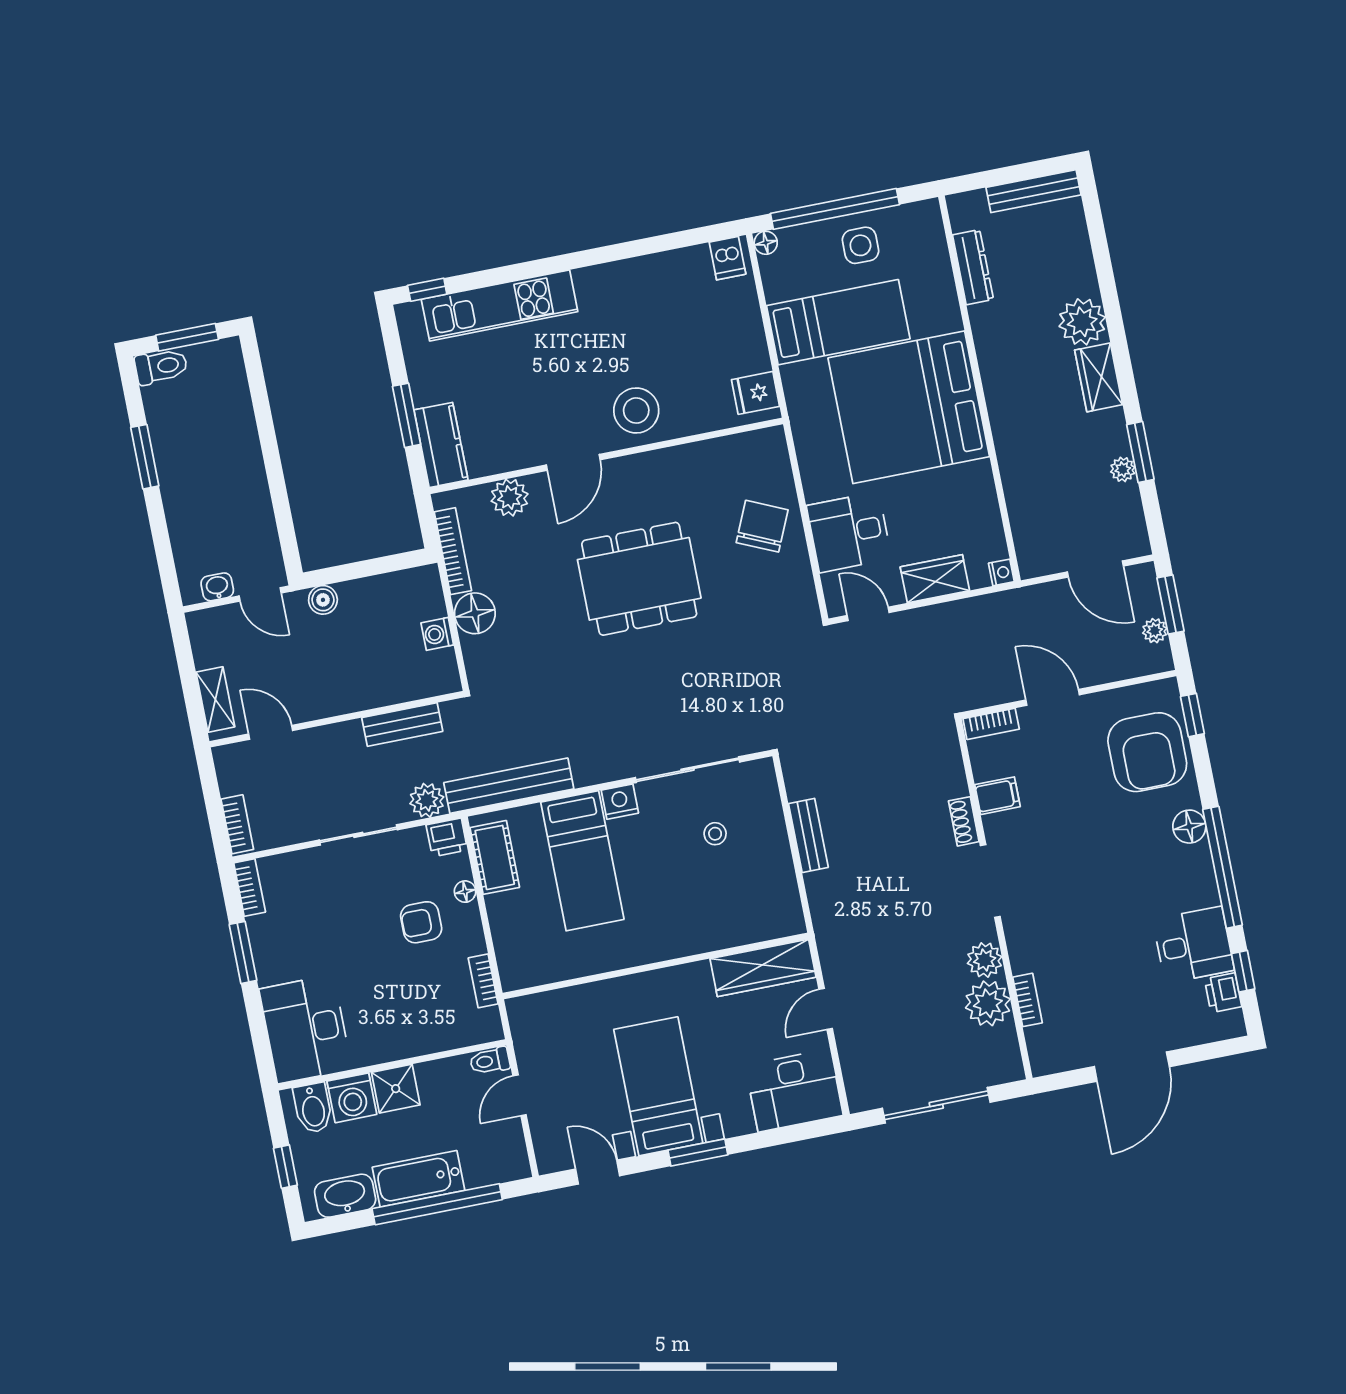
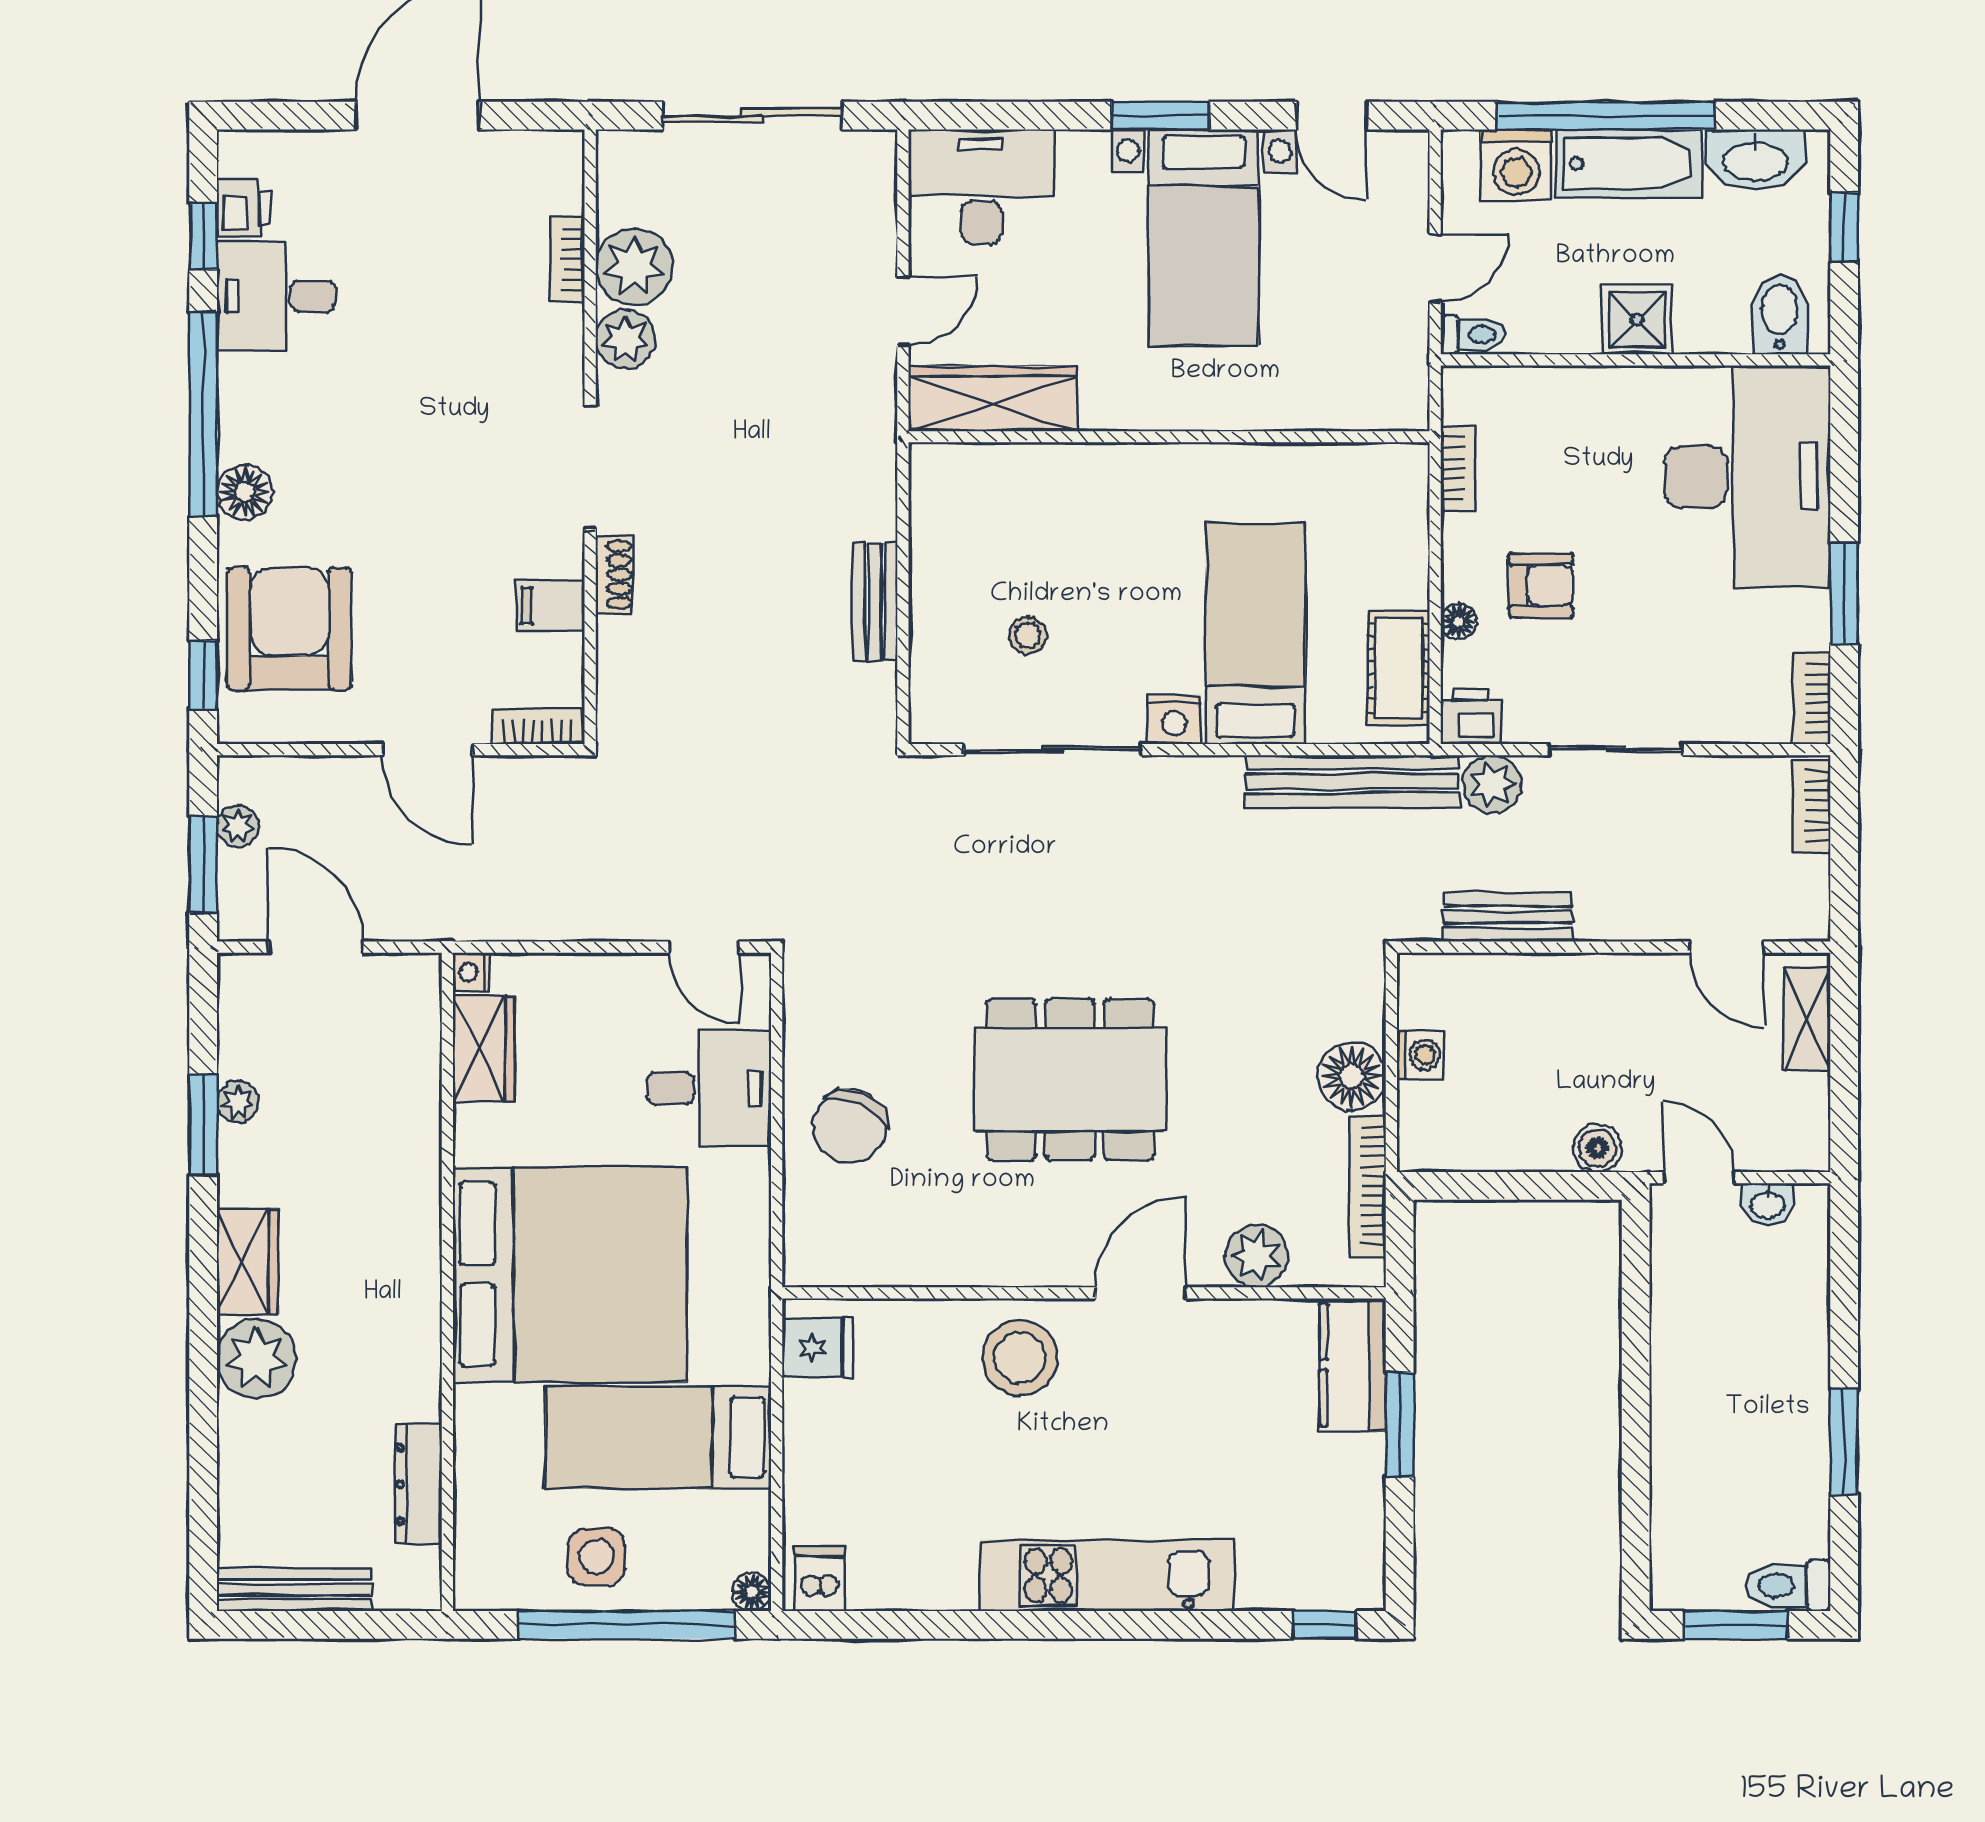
kitchen unit: (500, 305) -> (1107, 1575), moved
wardrobe: (935, 579) -> (484, 1049), moved, turned -90
desk: (305, 1029) -> (1747, 477), width x1.36, depth x1.30
washing machine: (352, 1098) -> (1516, 165), moved, turned 180

